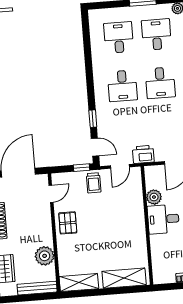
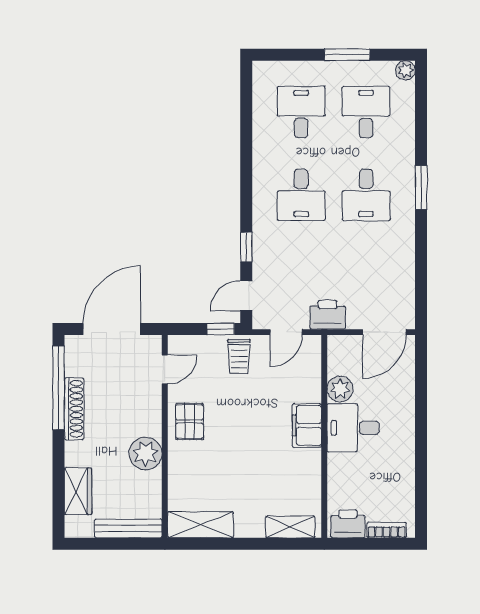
door: (95, 147) -> (246, 296), swing flipped
filing cabinet: (136, 220) -> (307, 425), added
plant: (45, 256) -> (146, 454), moved
printer: (165, 275) -> (348, 524), added
shelving: (124, 278) -> (290, 527), width x0.67, depth x0.75

